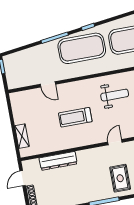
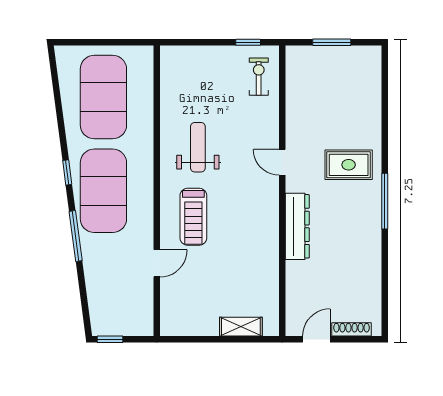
treadmill: (75, 117) -> (193, 217), moved
dresser: (58, 161) -> (297, 226), moved
door: (23, 178) -> (316, 339), swing flipped

